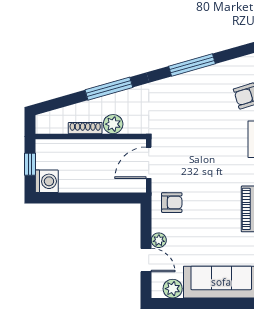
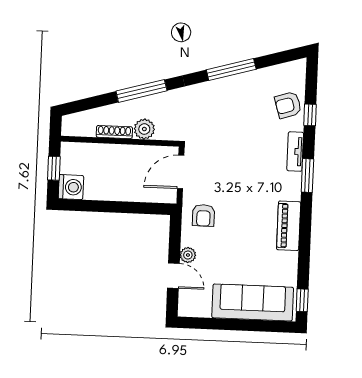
armchair: (172, 203) -> (203, 215), turned 90
plant: (173, 289) -> (201, 307), removed

